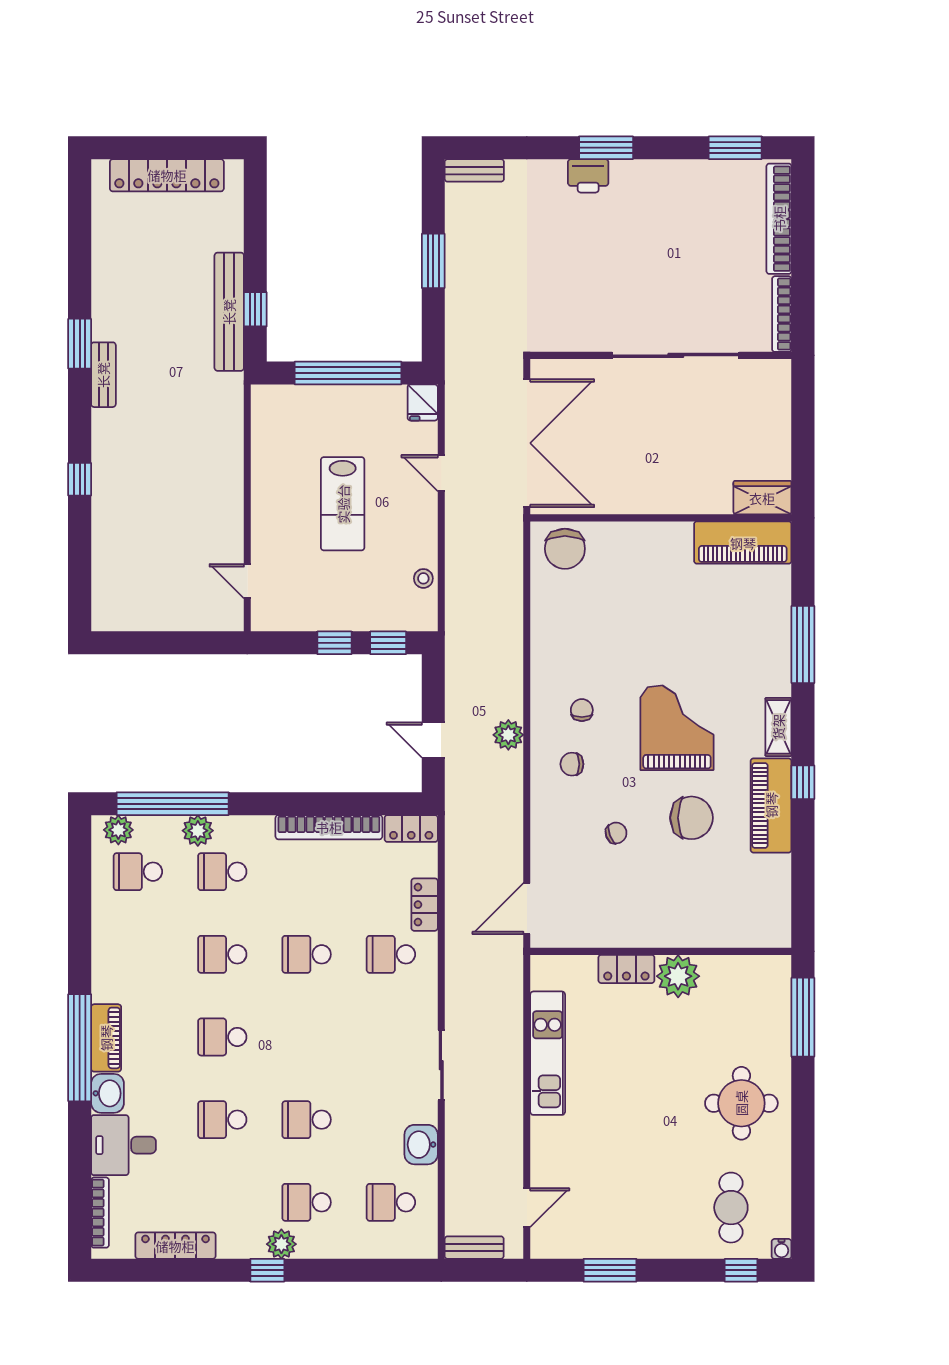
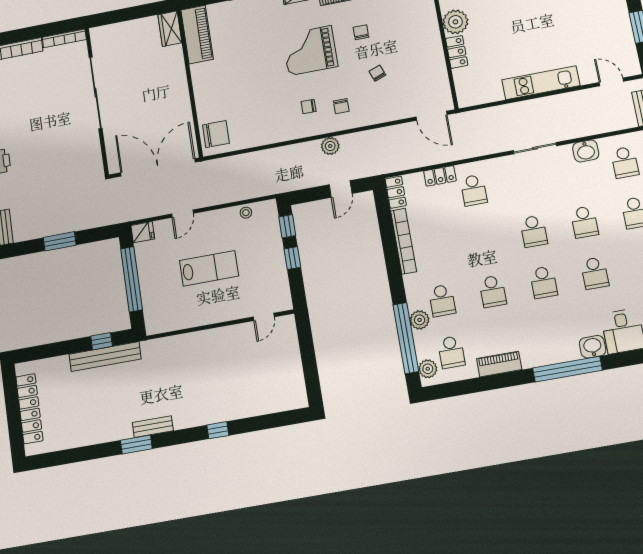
chair: (691, 818) -> (361, 32), width x0.54, depth x0.54
school desk: (307, 954) -> (534, 231), moved
piano: (106, 1038) -> (499, 364), moved
kitchen unit: (548, 1053) -> (541, 83), moved

